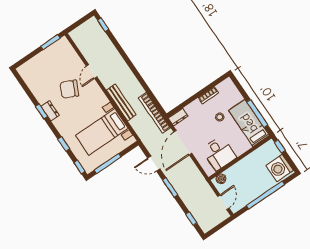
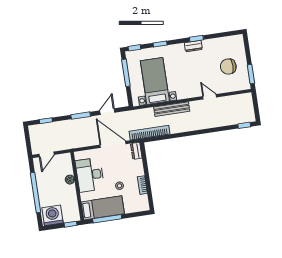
chair: (69, 89) -> (228, 67), moved, turned -115
desk: (219, 153) -> (90, 175), width x1.37
boiler: (221, 179) -> (70, 180), moved
door: (223, 202) -> (47, 154), hinge flipped

